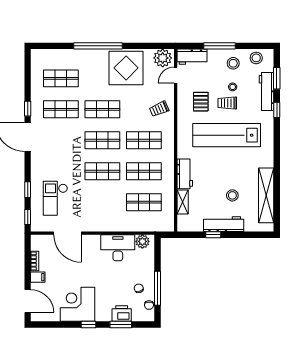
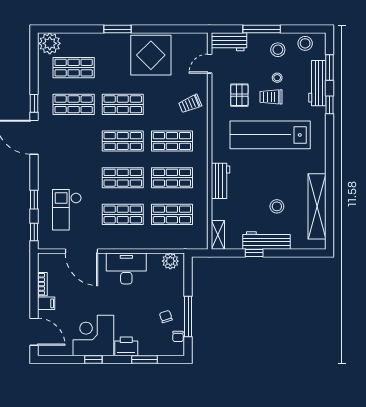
window: (98, 46) -> (117, 29), width x0.47
plant: (163, 58) -> (50, 43), moved
shop shelf: (102, 202) -> (123, 214), added
shelving: (183, 202) -> (218, 235), moved
desk: (118, 248) -> (126, 269), moved
printer: (122, 313) -> (126, 346), moved
window: (89, 324) -> (93, 359), moved

